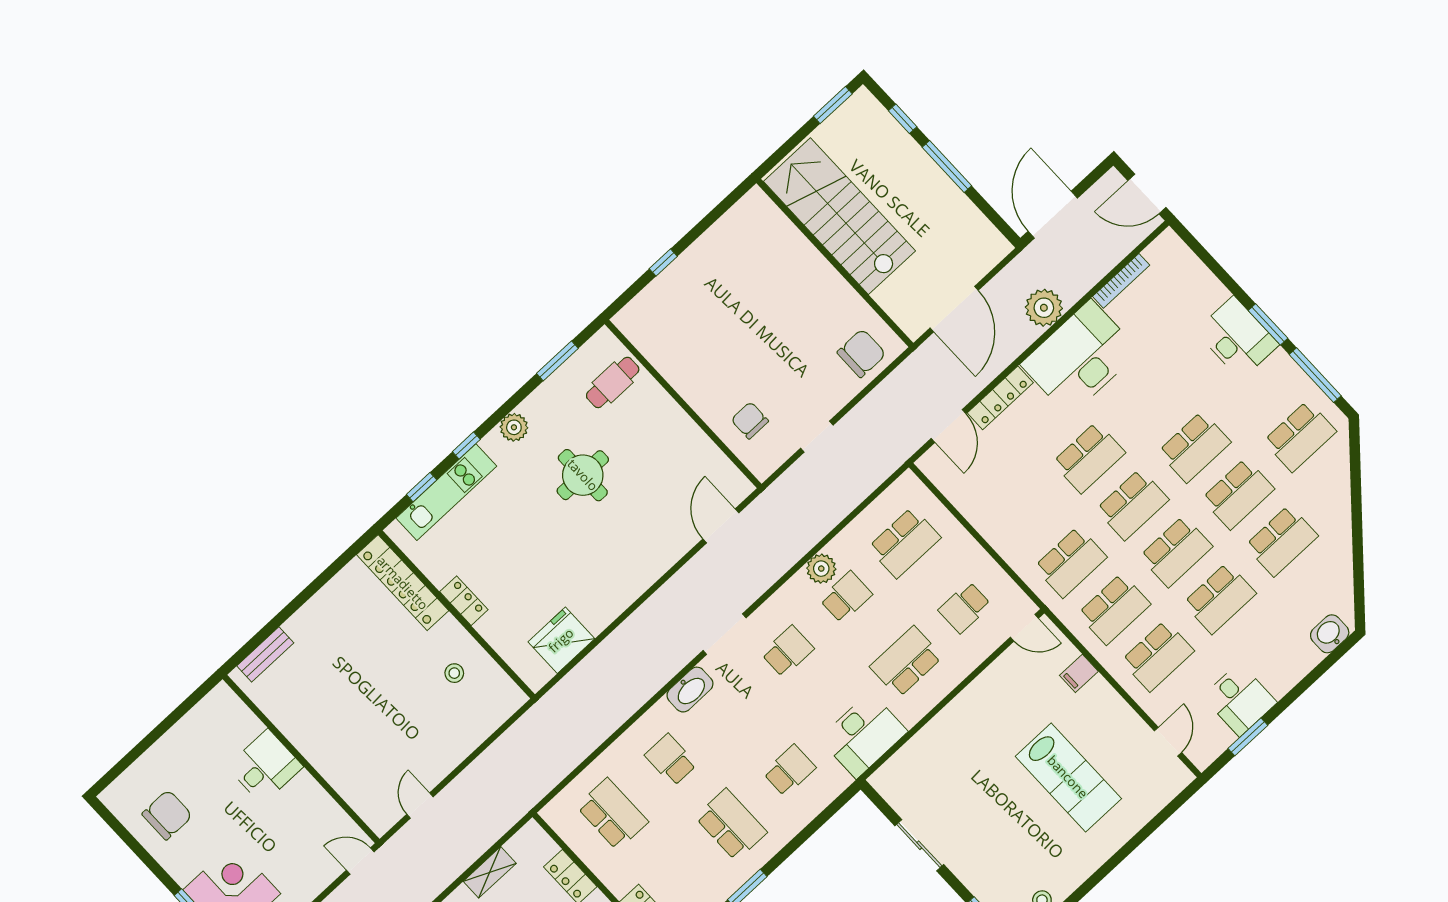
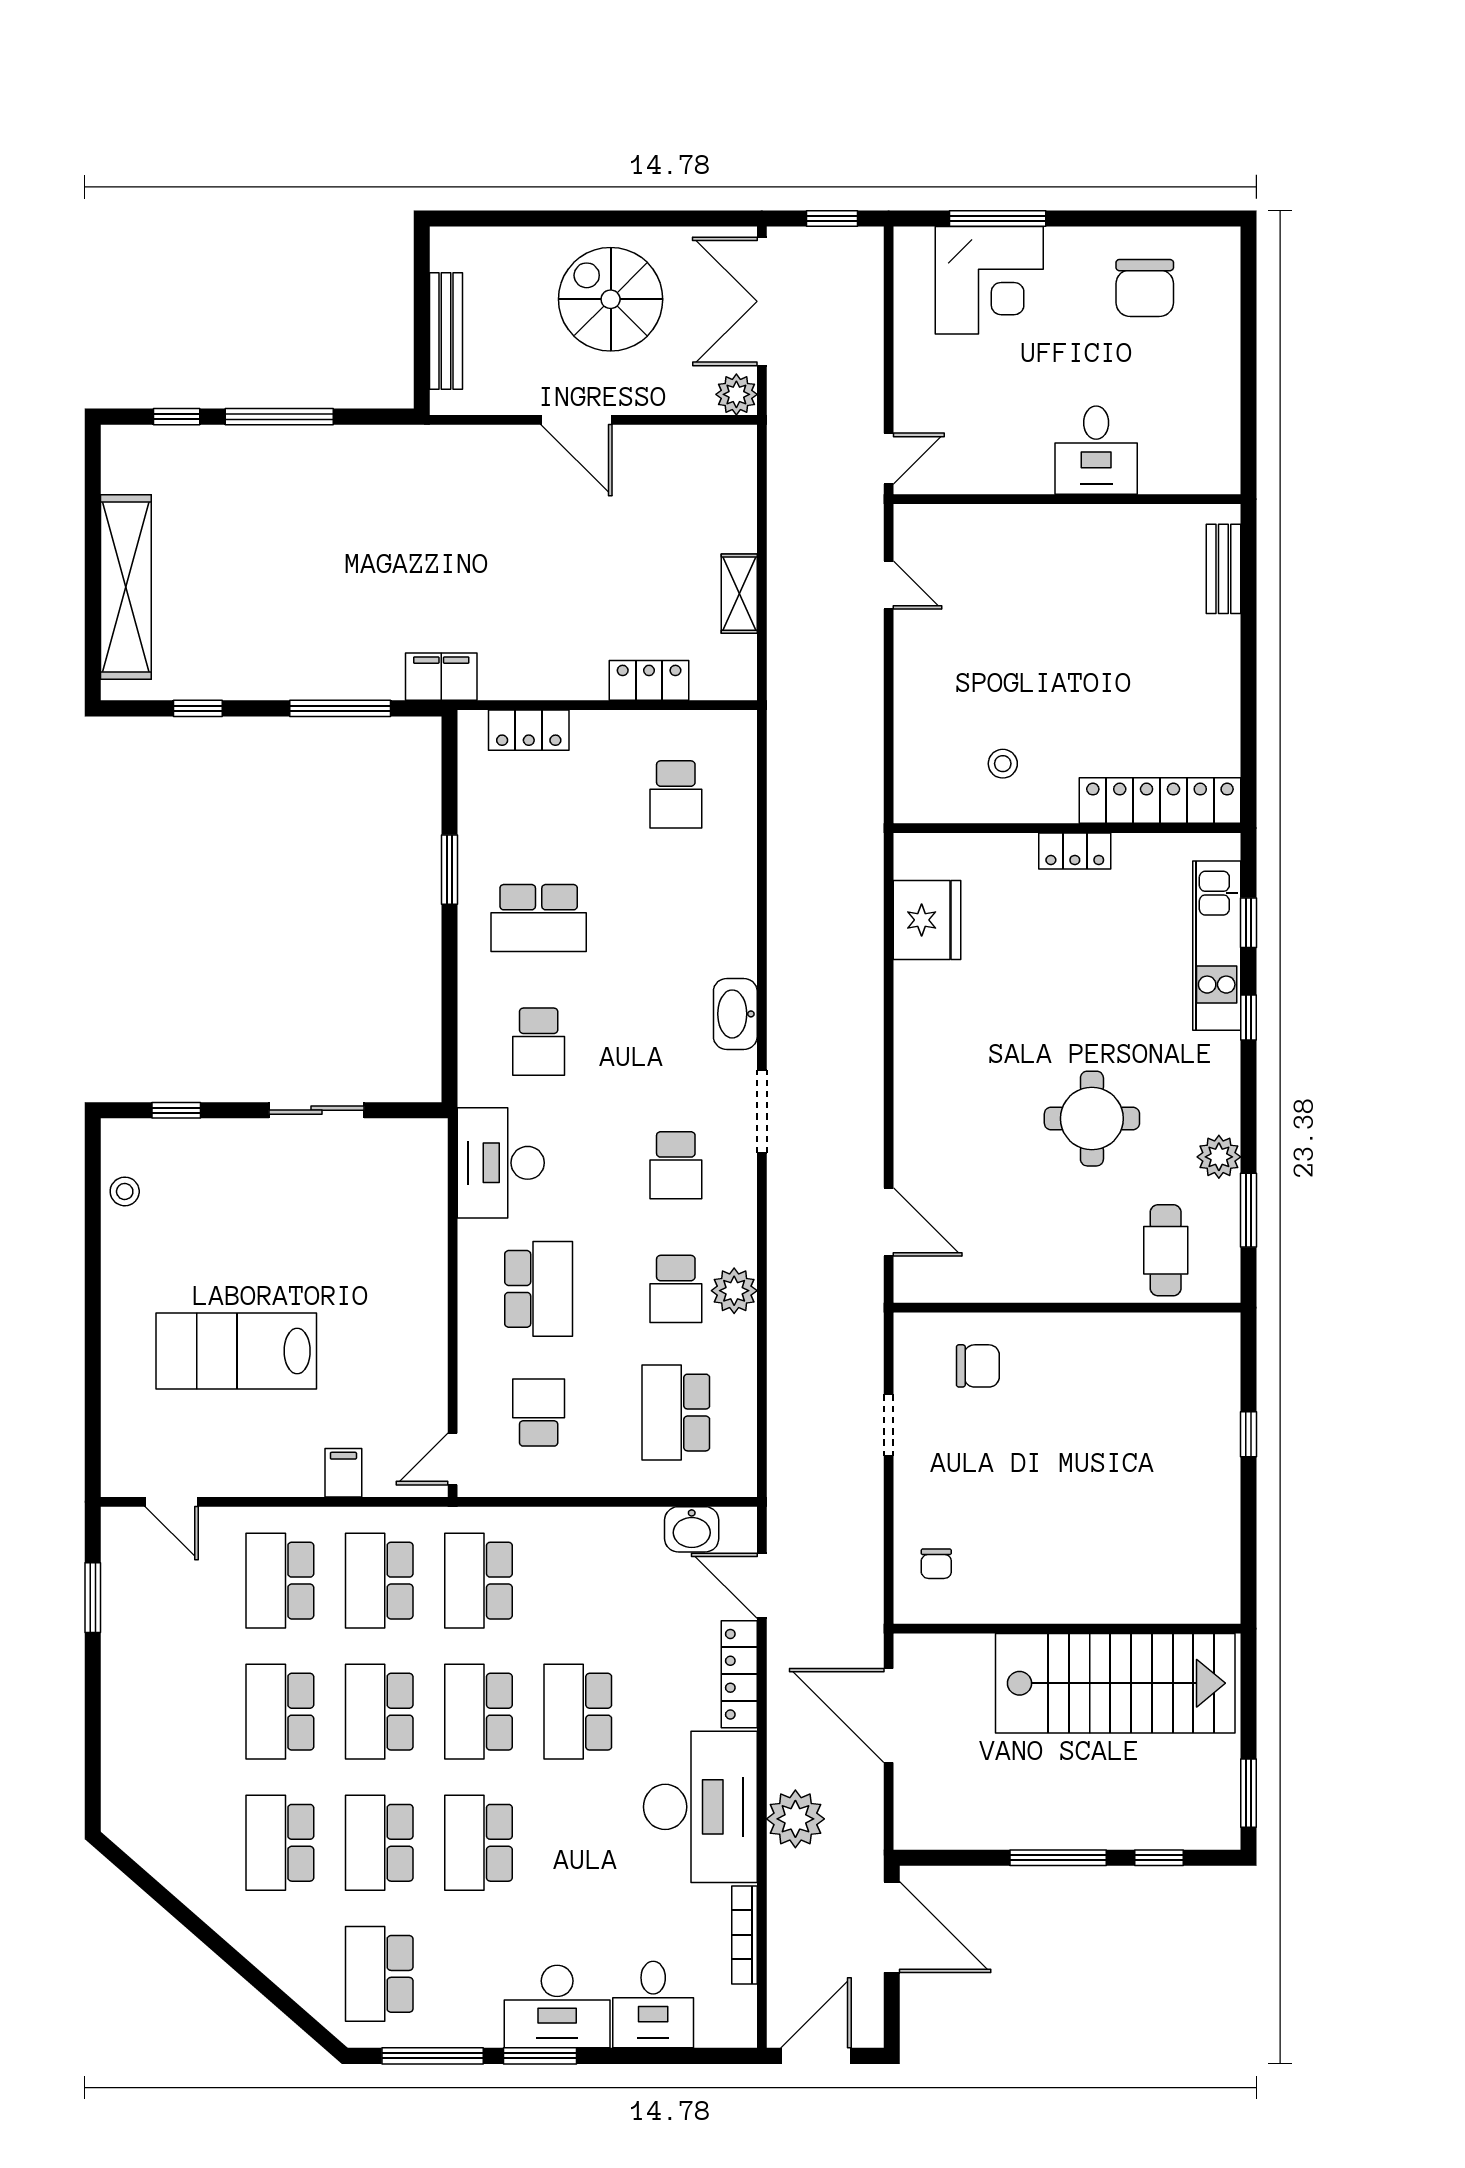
chair: (861, 353) -> (936, 1564), width x0.54, depth x0.54
plant: (514, 427) -> (1219, 1157), moved
washbasin: (1330, 634) -> (692, 1529), moved, turned 90
desk: (1240, 699) -> (653, 2005), moved, turned -90
school desk: (671, 760) -> (676, 918), removed
school desk: (612, 814) -> (676, 794), width x0.54

